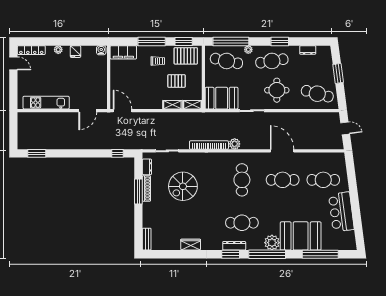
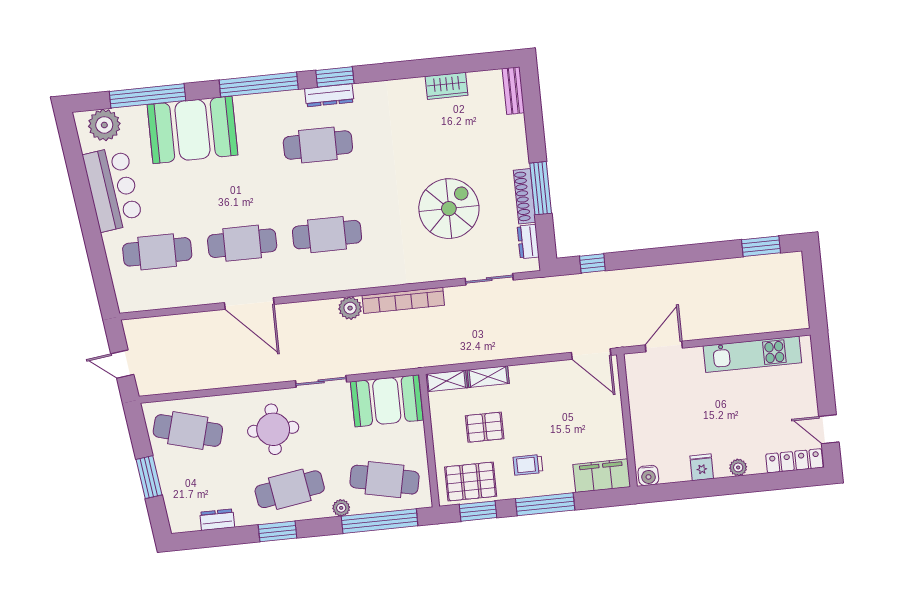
cafe table: (242, 180) -> (327, 235), turned 90
plant: (272, 243) -> (104, 125), moved
wardrobe: (191, 245) -> (446, 86), moved

